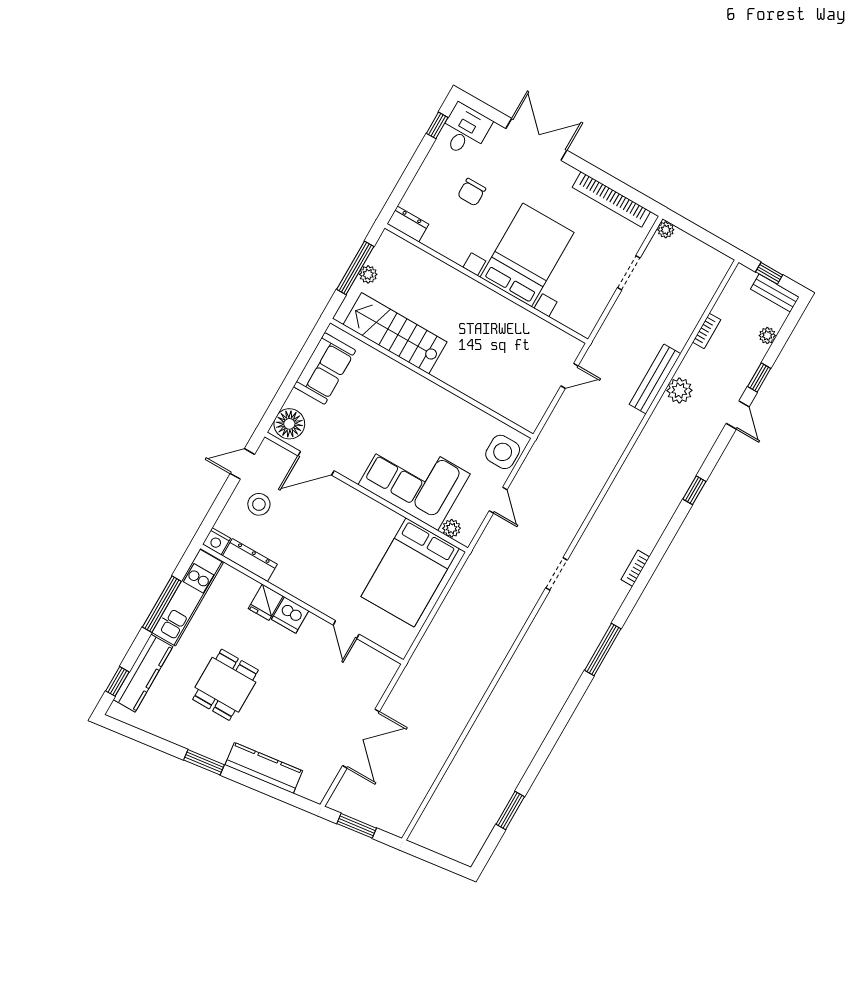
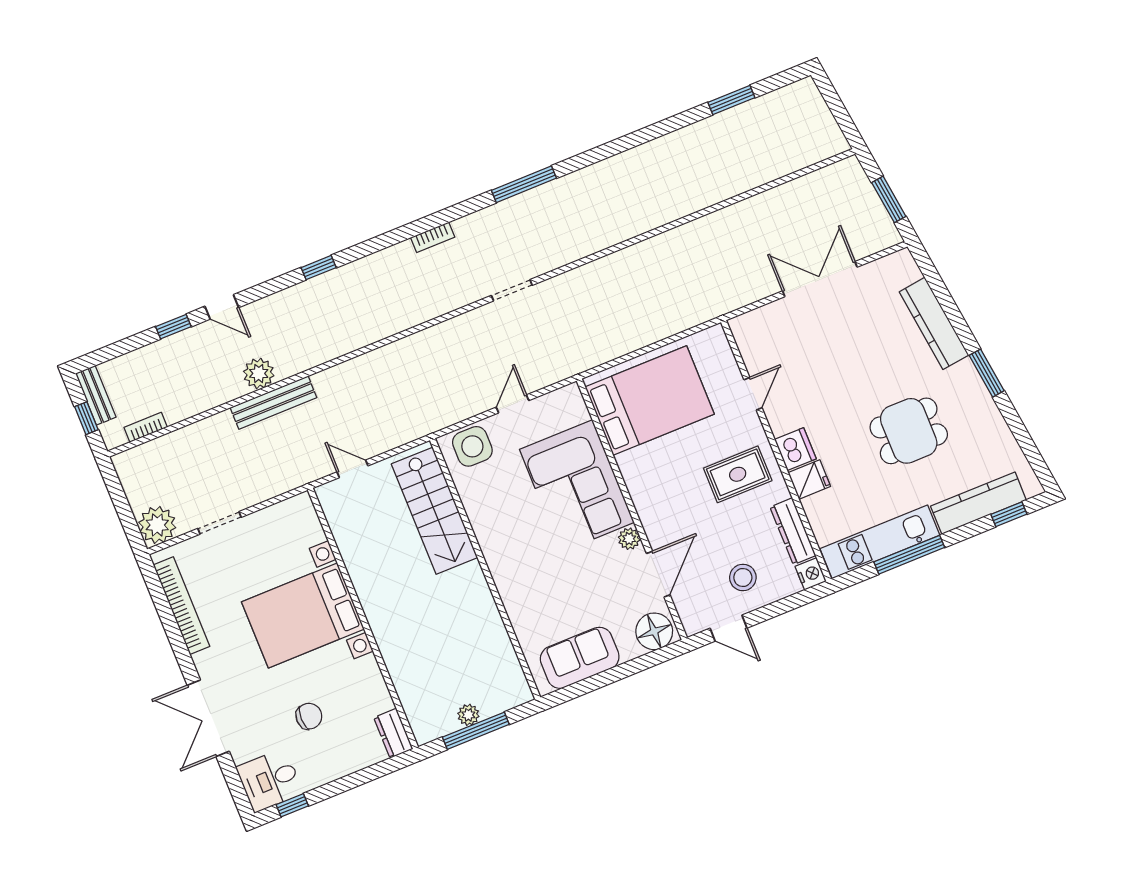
plant: (666, 230) -> (157, 525), width x1.88, depth x1.88
bookcase: (707, 331) -> (146, 427), moved
stairs: (395, 333) -> (434, 511), moved
plant: (767, 336) -> (134, 360), removed
door: (738, 415) -> (222, 307), swing flipped
door: (316, 463) -> (658, 574), hinge flipped
plant: (452, 528) -> (629, 539), moved
rug: (315, 569) -> (738, 474), added

